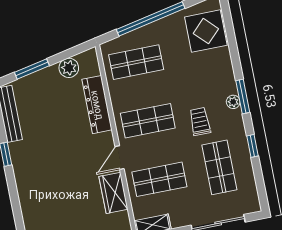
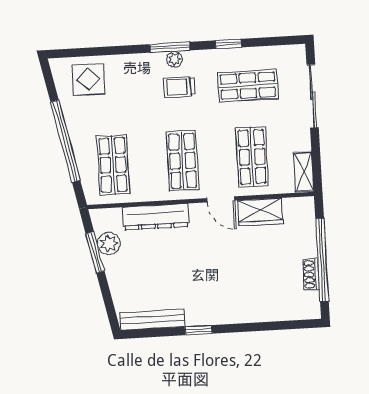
display table: (206, 31) -> (88, 79), width x0.73, depth x0.73
window: (32, 69) -> (95, 252), moved
trolley: (200, 122) -> (179, 87), moved

